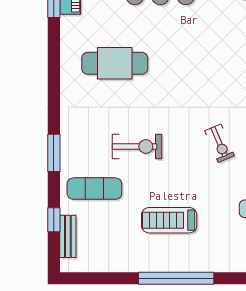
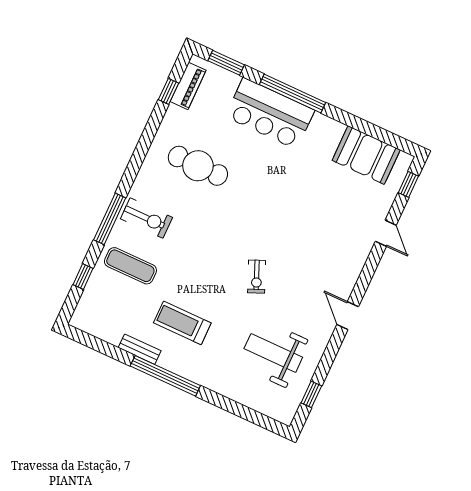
exercise bike: (137, 147) -> (146, 218), moved
window: (54, 153) -> (110, 219), width x1.44
bench: (68, 236) -> (140, 349), moved, turned 90

